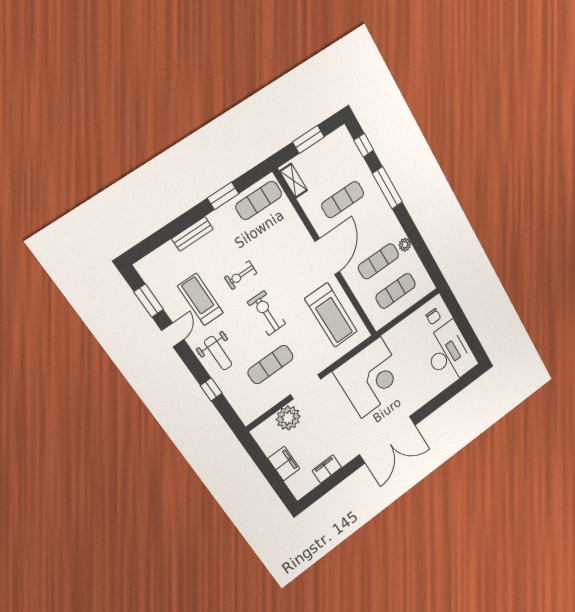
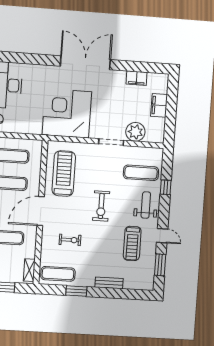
exercise bike: (241, 275) -> (70, 240), moved
door: (173, 335) -> (162, 236), swing flipped
exercise mat: (271, 365) -> (141, 173), moved

